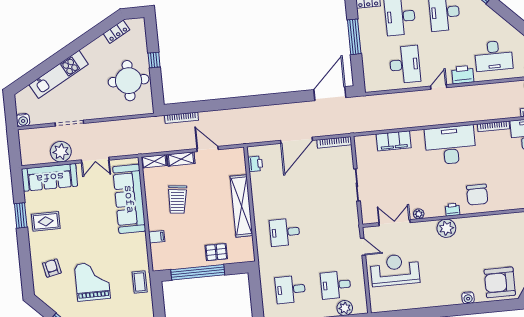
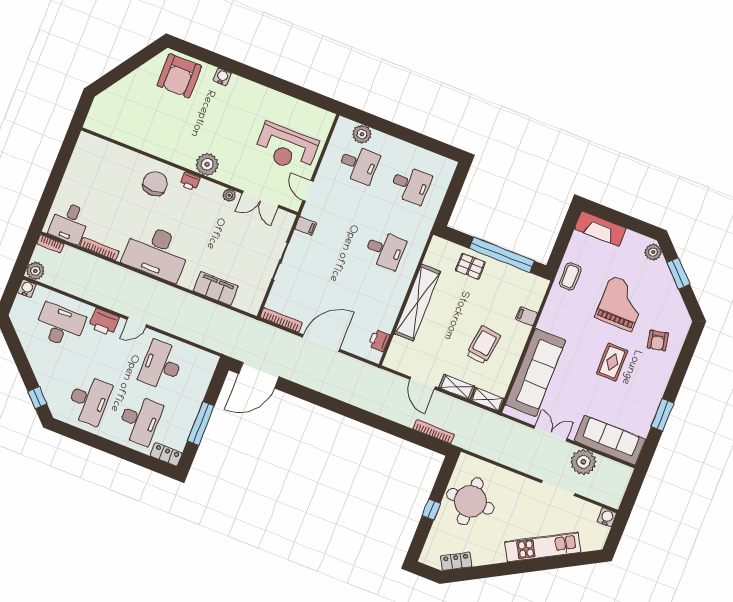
filing cabinet: (352, 220) -> (306, 226), added
rug: (46, 221) -> (612, 362), moved, turned 90
grand piano: (92, 281) -> (621, 303), turned 180
armchair: (500, 282) -> (179, 76), turned 90

